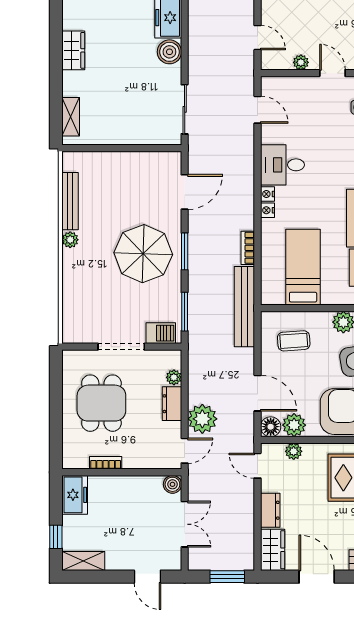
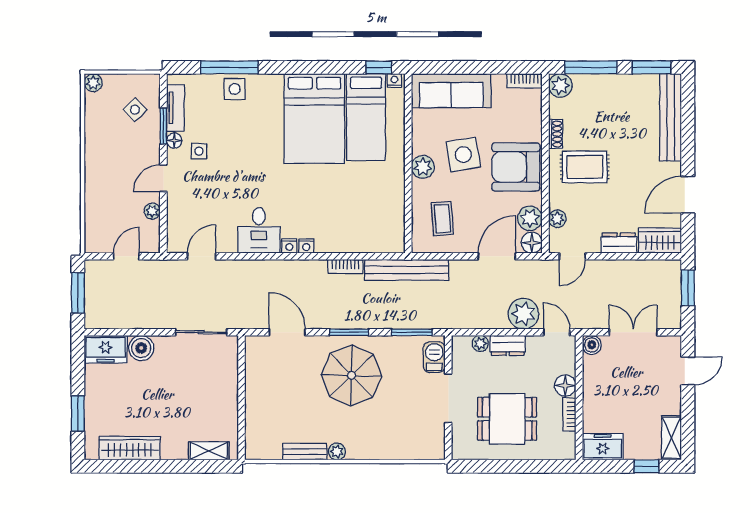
wardrobe: (73, 50) -> (130, 448), width x1.50
bench: (70, 201) -> (305, 452), width x0.73
bed: (303, 267) -> (365, 209), removed
floor lamp: (133, 459) -> (565, 386), added

